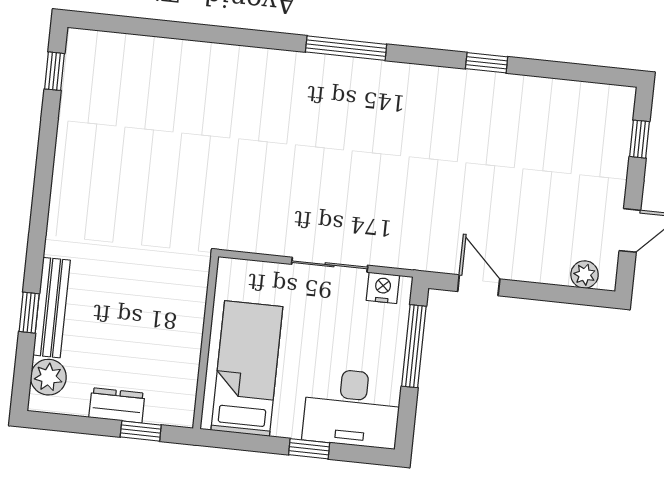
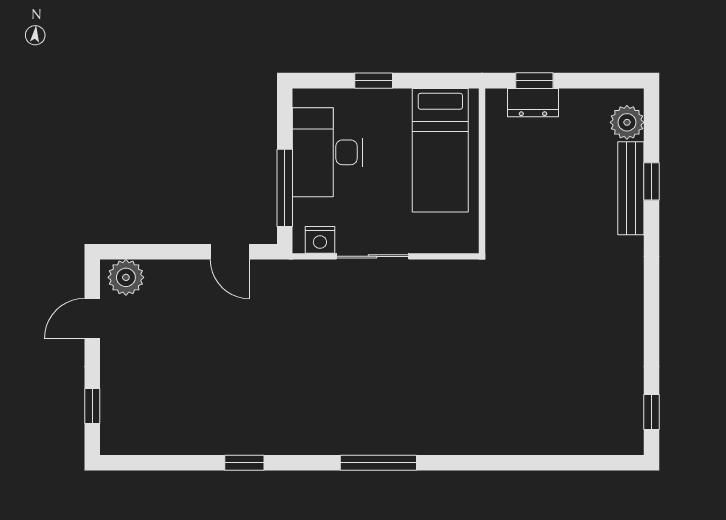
plant: (585, 275) -> (126, 277), width x1.38, depth x1.38
dresser: (117, 405) -> (533, 103), moved
desk: (352, 408) -> (328, 152), moved, turned -90

